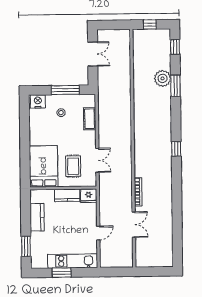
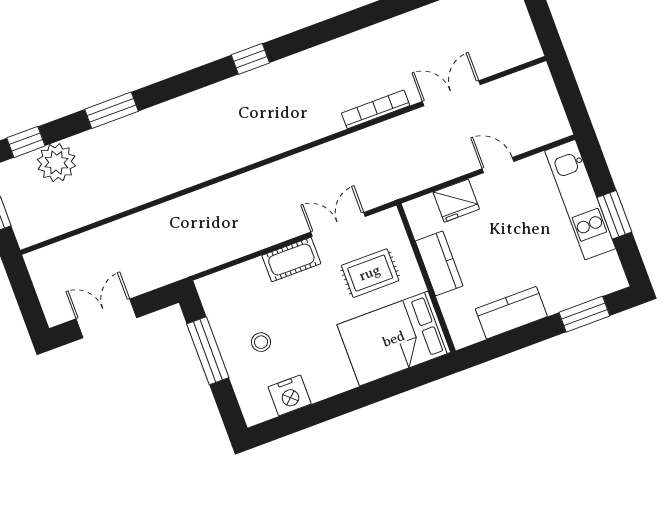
plant: (163, 78) -> (56, 163), moved
nightstand: (38, 101) -> (290, 395), moved, turned -90
cot: (90, 119) -> (291, 260), moved
fridge: (89, 196) -> (456, 201), moved, turned 90

